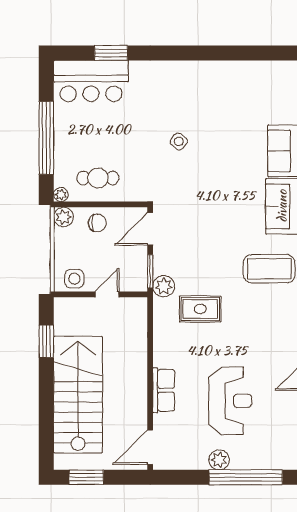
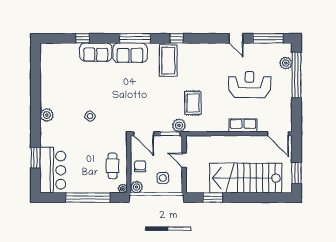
plant: (181, 71) -> (47, 115), added
side table: (74, 279) -> (163, 178), moved
plant: (219, 460) -> (286, 63), moved

